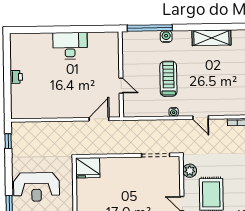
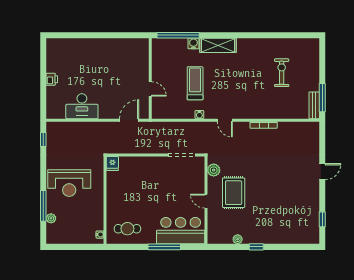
shelving: (211, 38) -> (218, 45), moved
desk: (70, 46) -> (82, 106), moved, turned 180
fridge: (88, 168) -> (112, 163), width x0.53, depth x0.75

